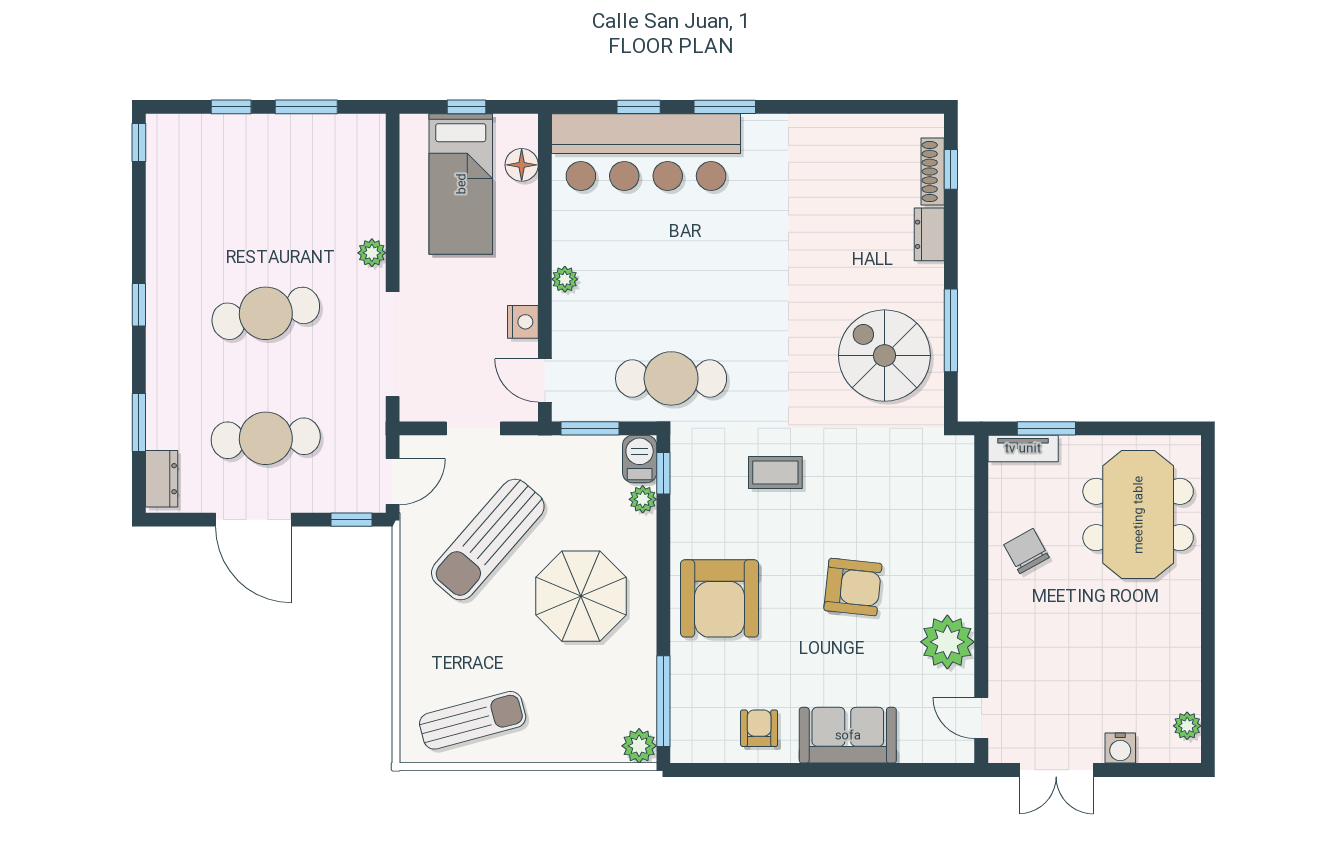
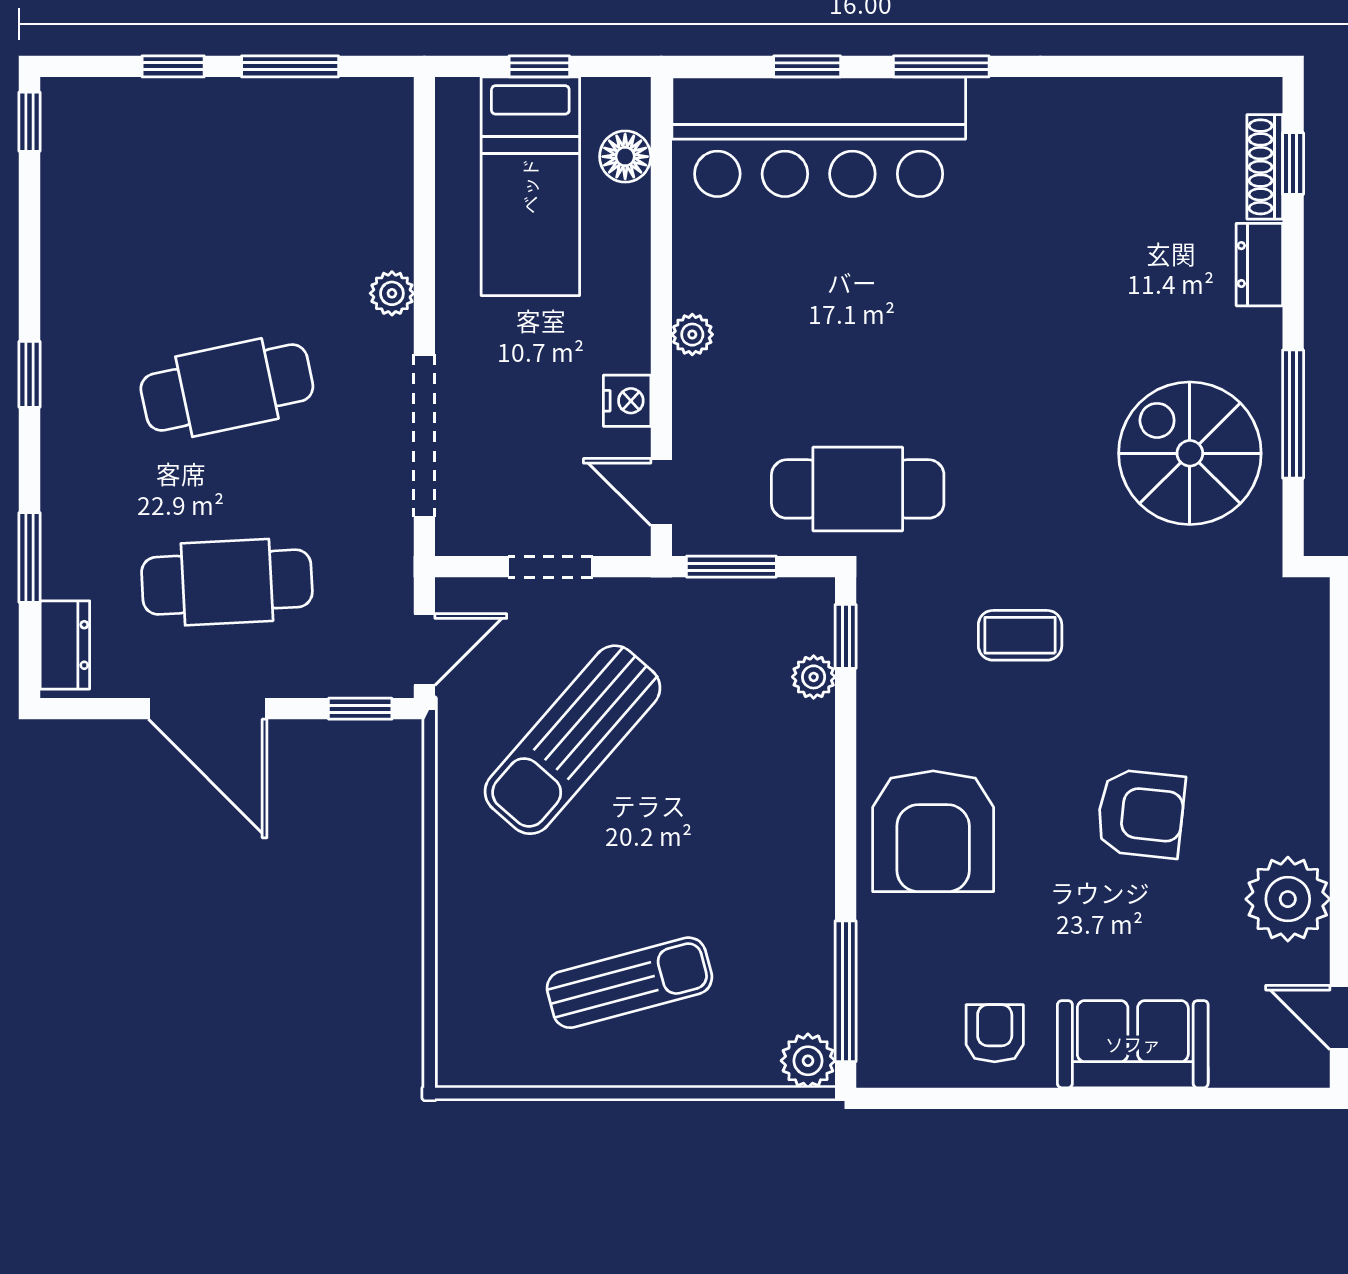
barbecue: (640, 459) -> (809, 614), removed
parasol: (581, 596) -> (717, 828), removed
sun lounger: (473, 720) -> (629, 983), moved

